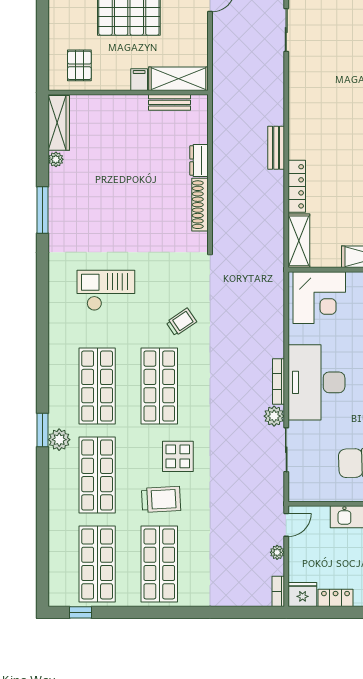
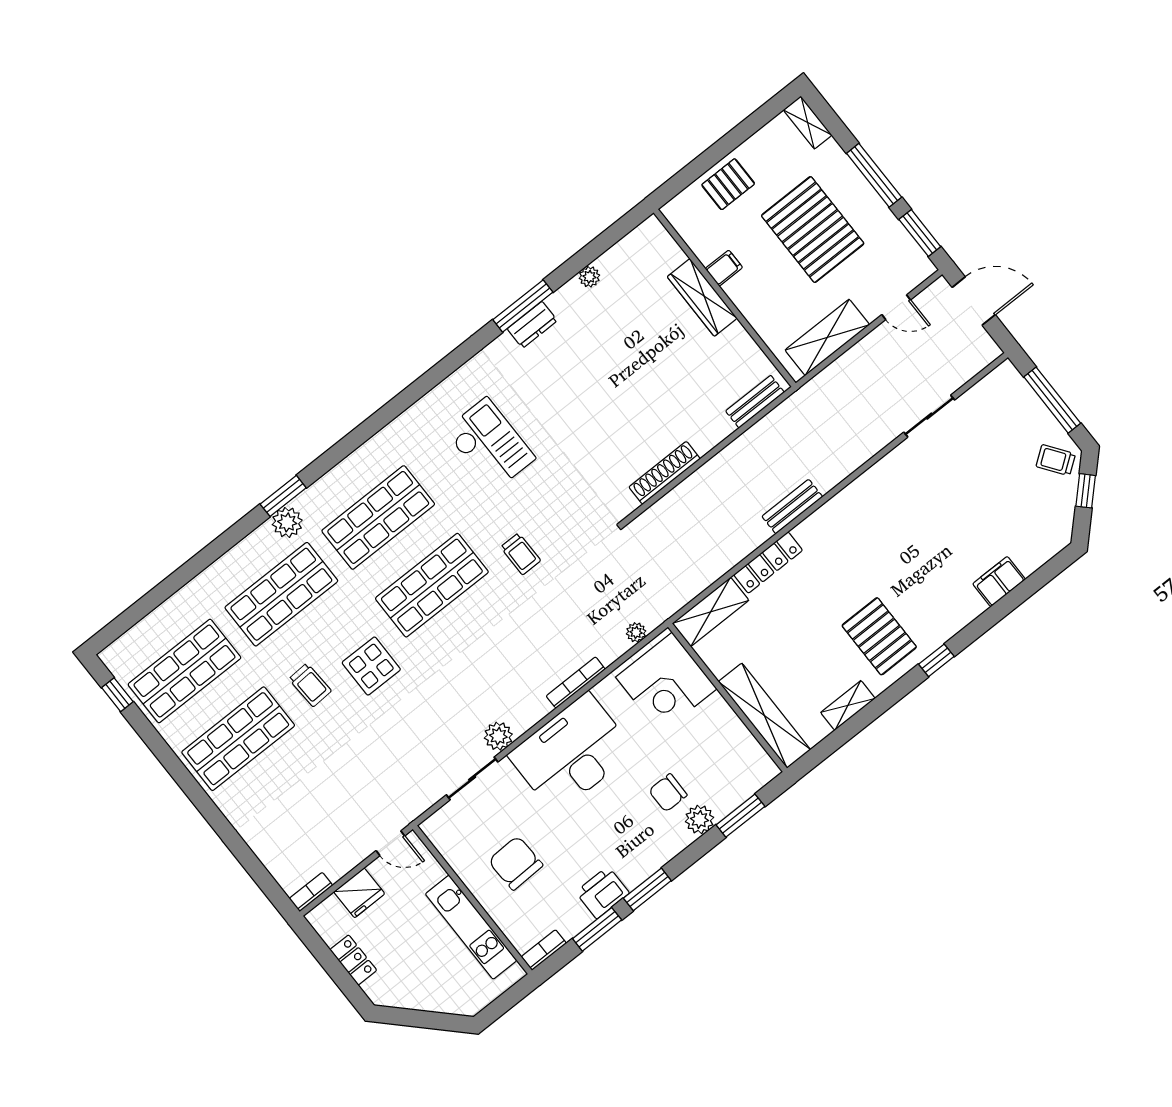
pallet: (79, 65) -> (728, 184), moved
shelving: (178, 79) -> (827, 337), moved, turned 90
filing cabinet: (139, 80) -> (724, 268), moved
bench: (170, 102) -> (755, 402), moved, turned 90
wardrobe: (59, 123) -> (702, 297), moved, turned 90
dresser: (199, 160) -> (532, 325), moved, turned 180
trolley: (181, 322) -> (521, 554), turned 34
bookcase: (278, 381) -> (576, 683), moved
trolley: (161, 499) -> (310, 685), width x0.73, depth x0.72
plant: (277, 552) -> (636, 632), moved
fridge: (303, 595) -> (359, 893), moved, turned 90

